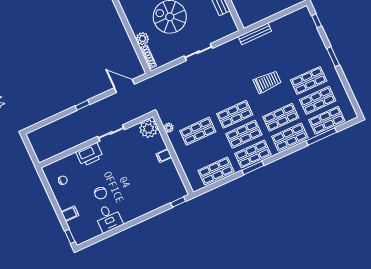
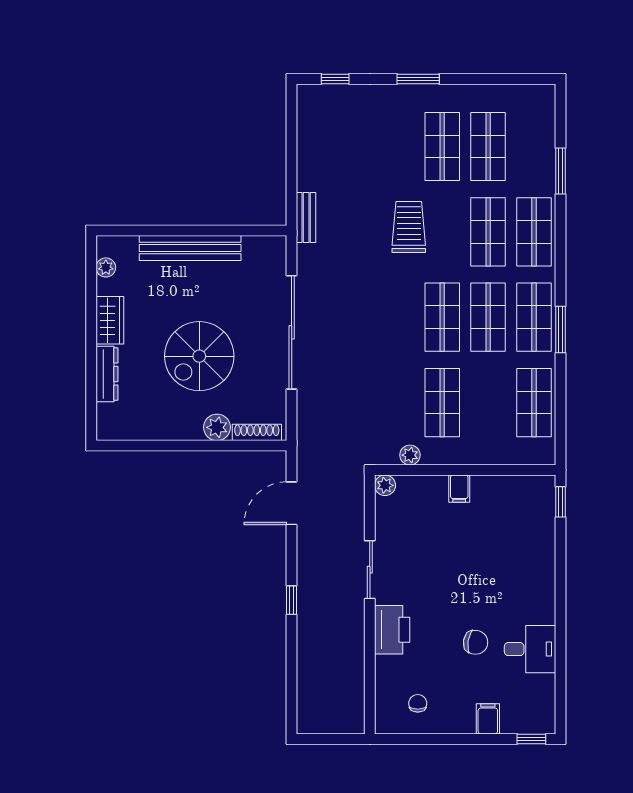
bench: (255, 34) -> (306, 218), width x0.73
sliding door: (198, 52) -> (292, 332), width x1.86
shop shelf: (327, 120) -> (534, 146), removed
plant: (149, 129) -> (385, 485), width x0.53, depth x0.53
window: (321, 136) -> (560, 171), width x0.69

